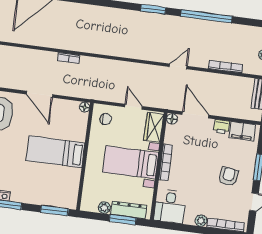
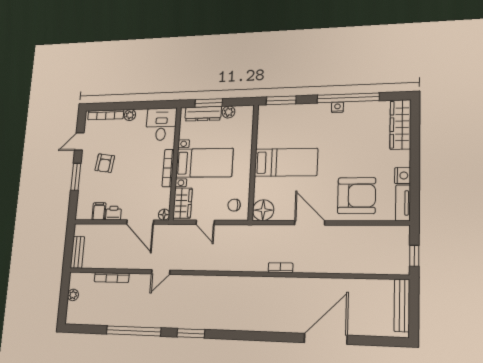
floor lamp: (85, 107) -> (263, 210), width x1.89, depth x1.89
filing cabinet: (242, 131) -> (99, 211), width x0.50

